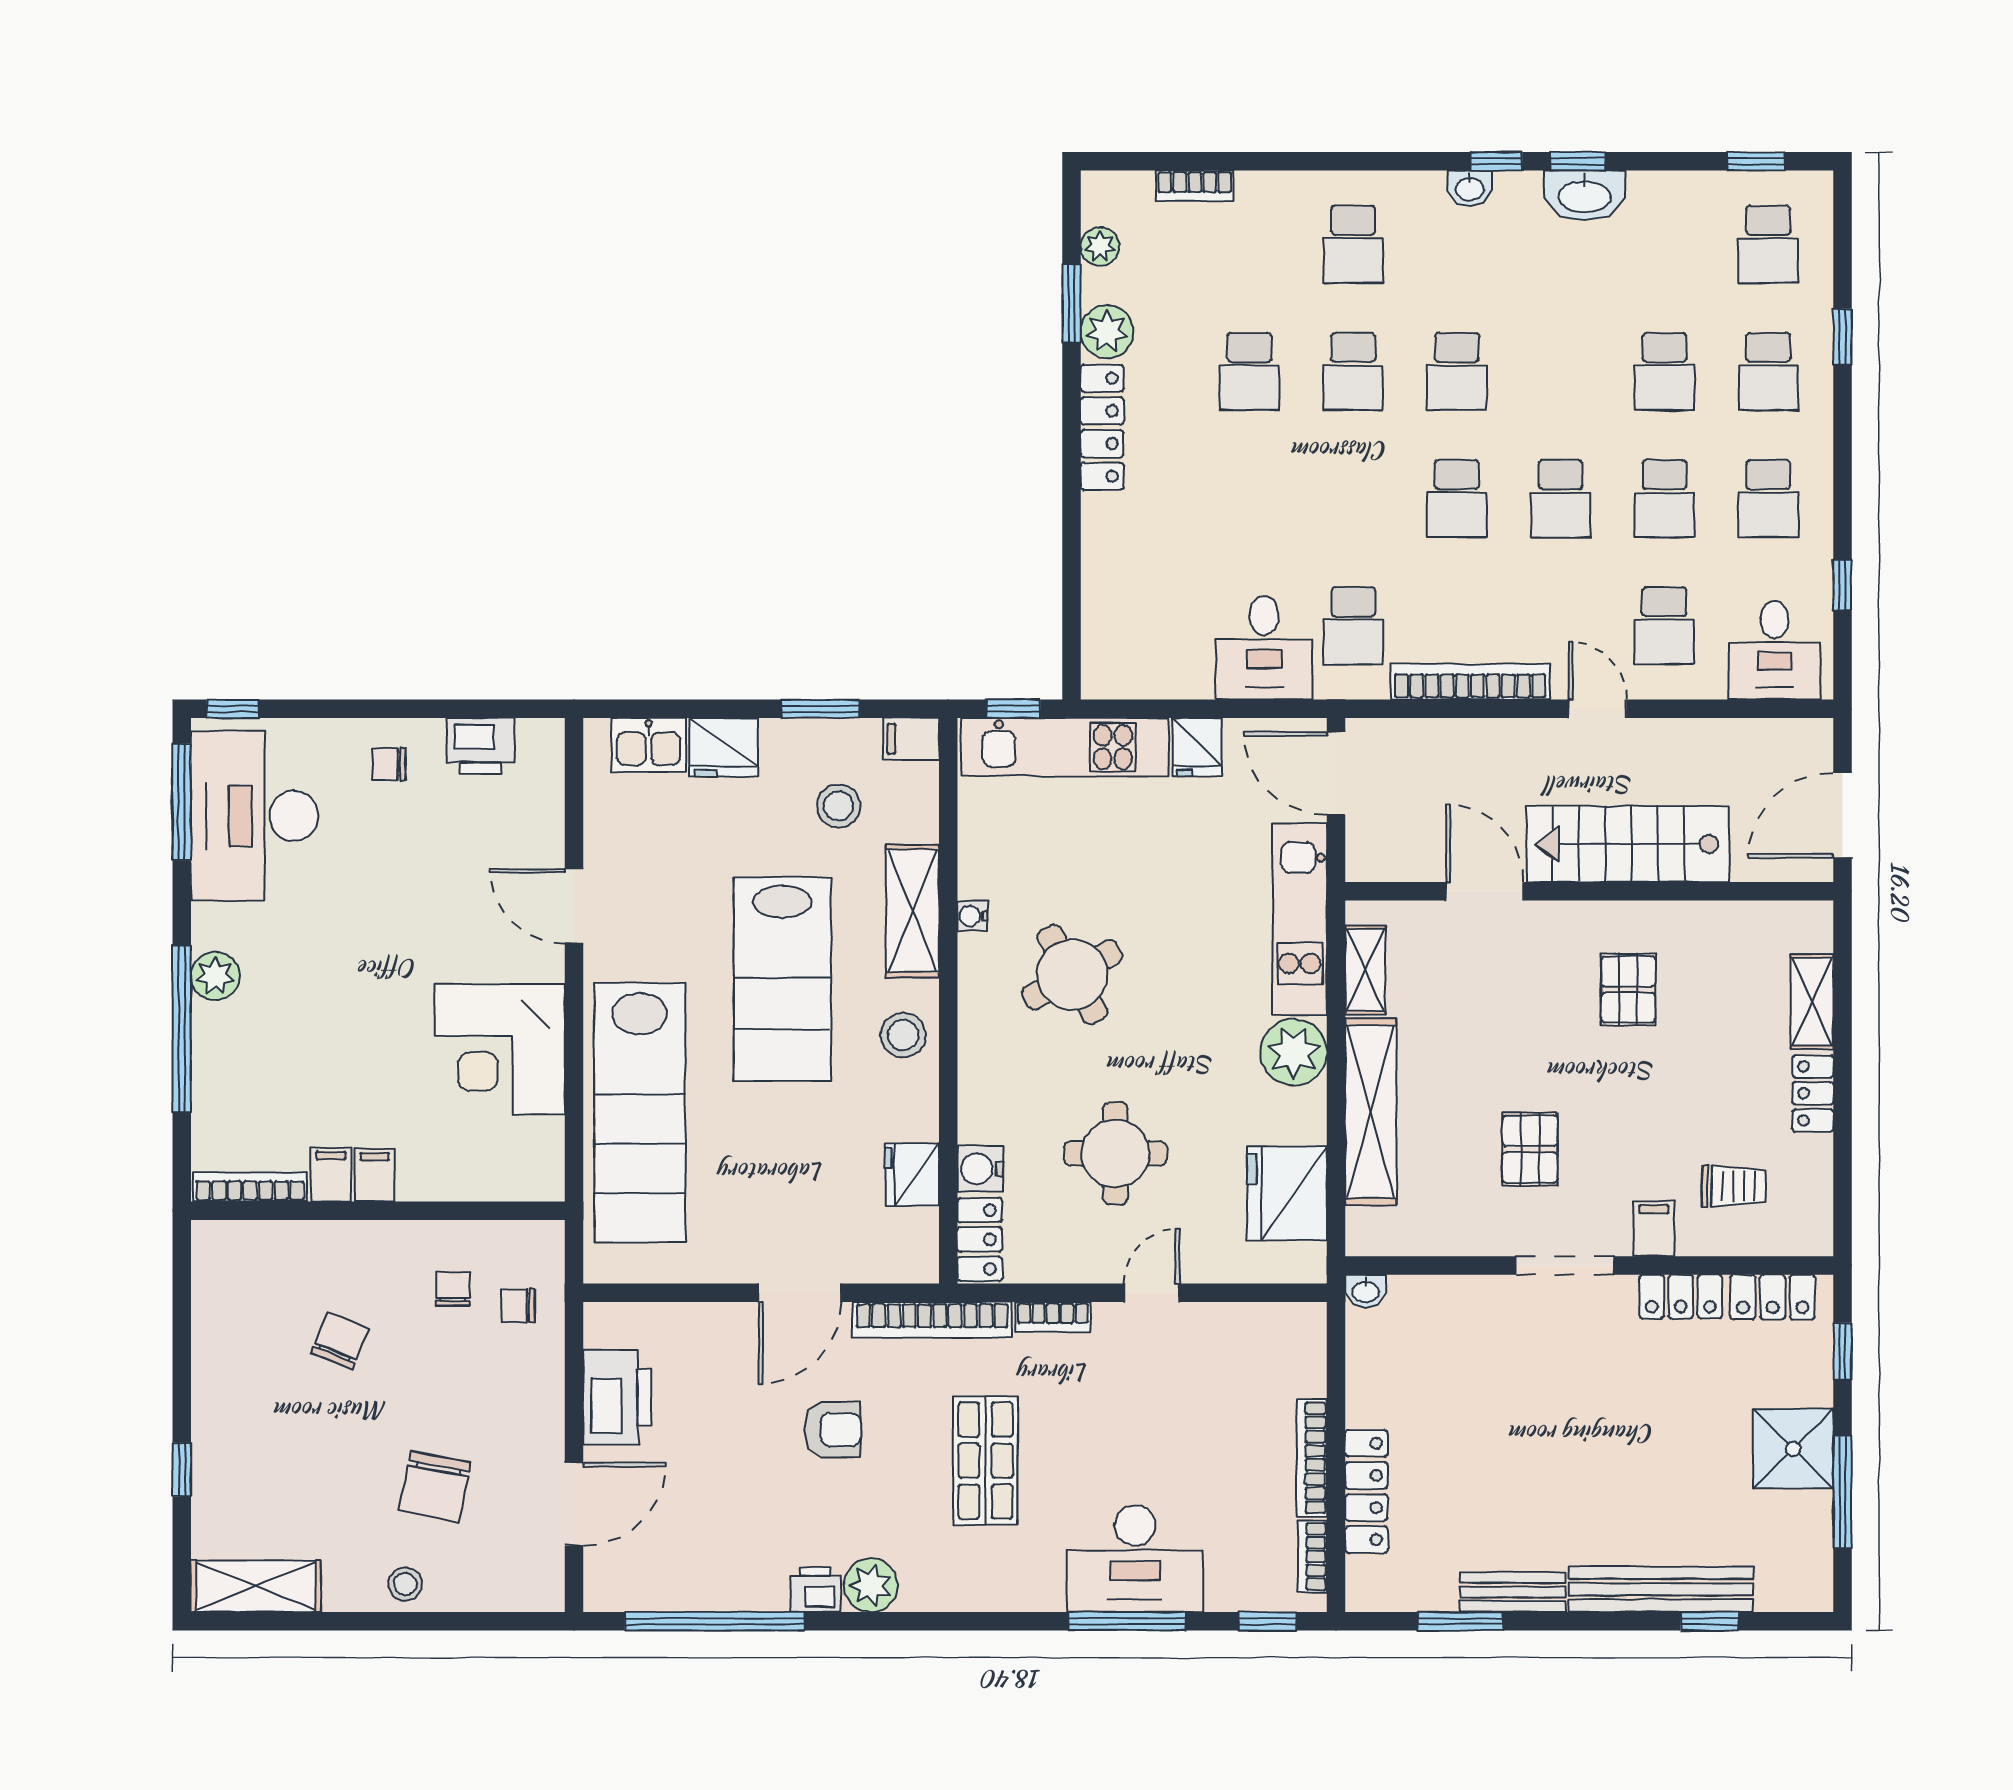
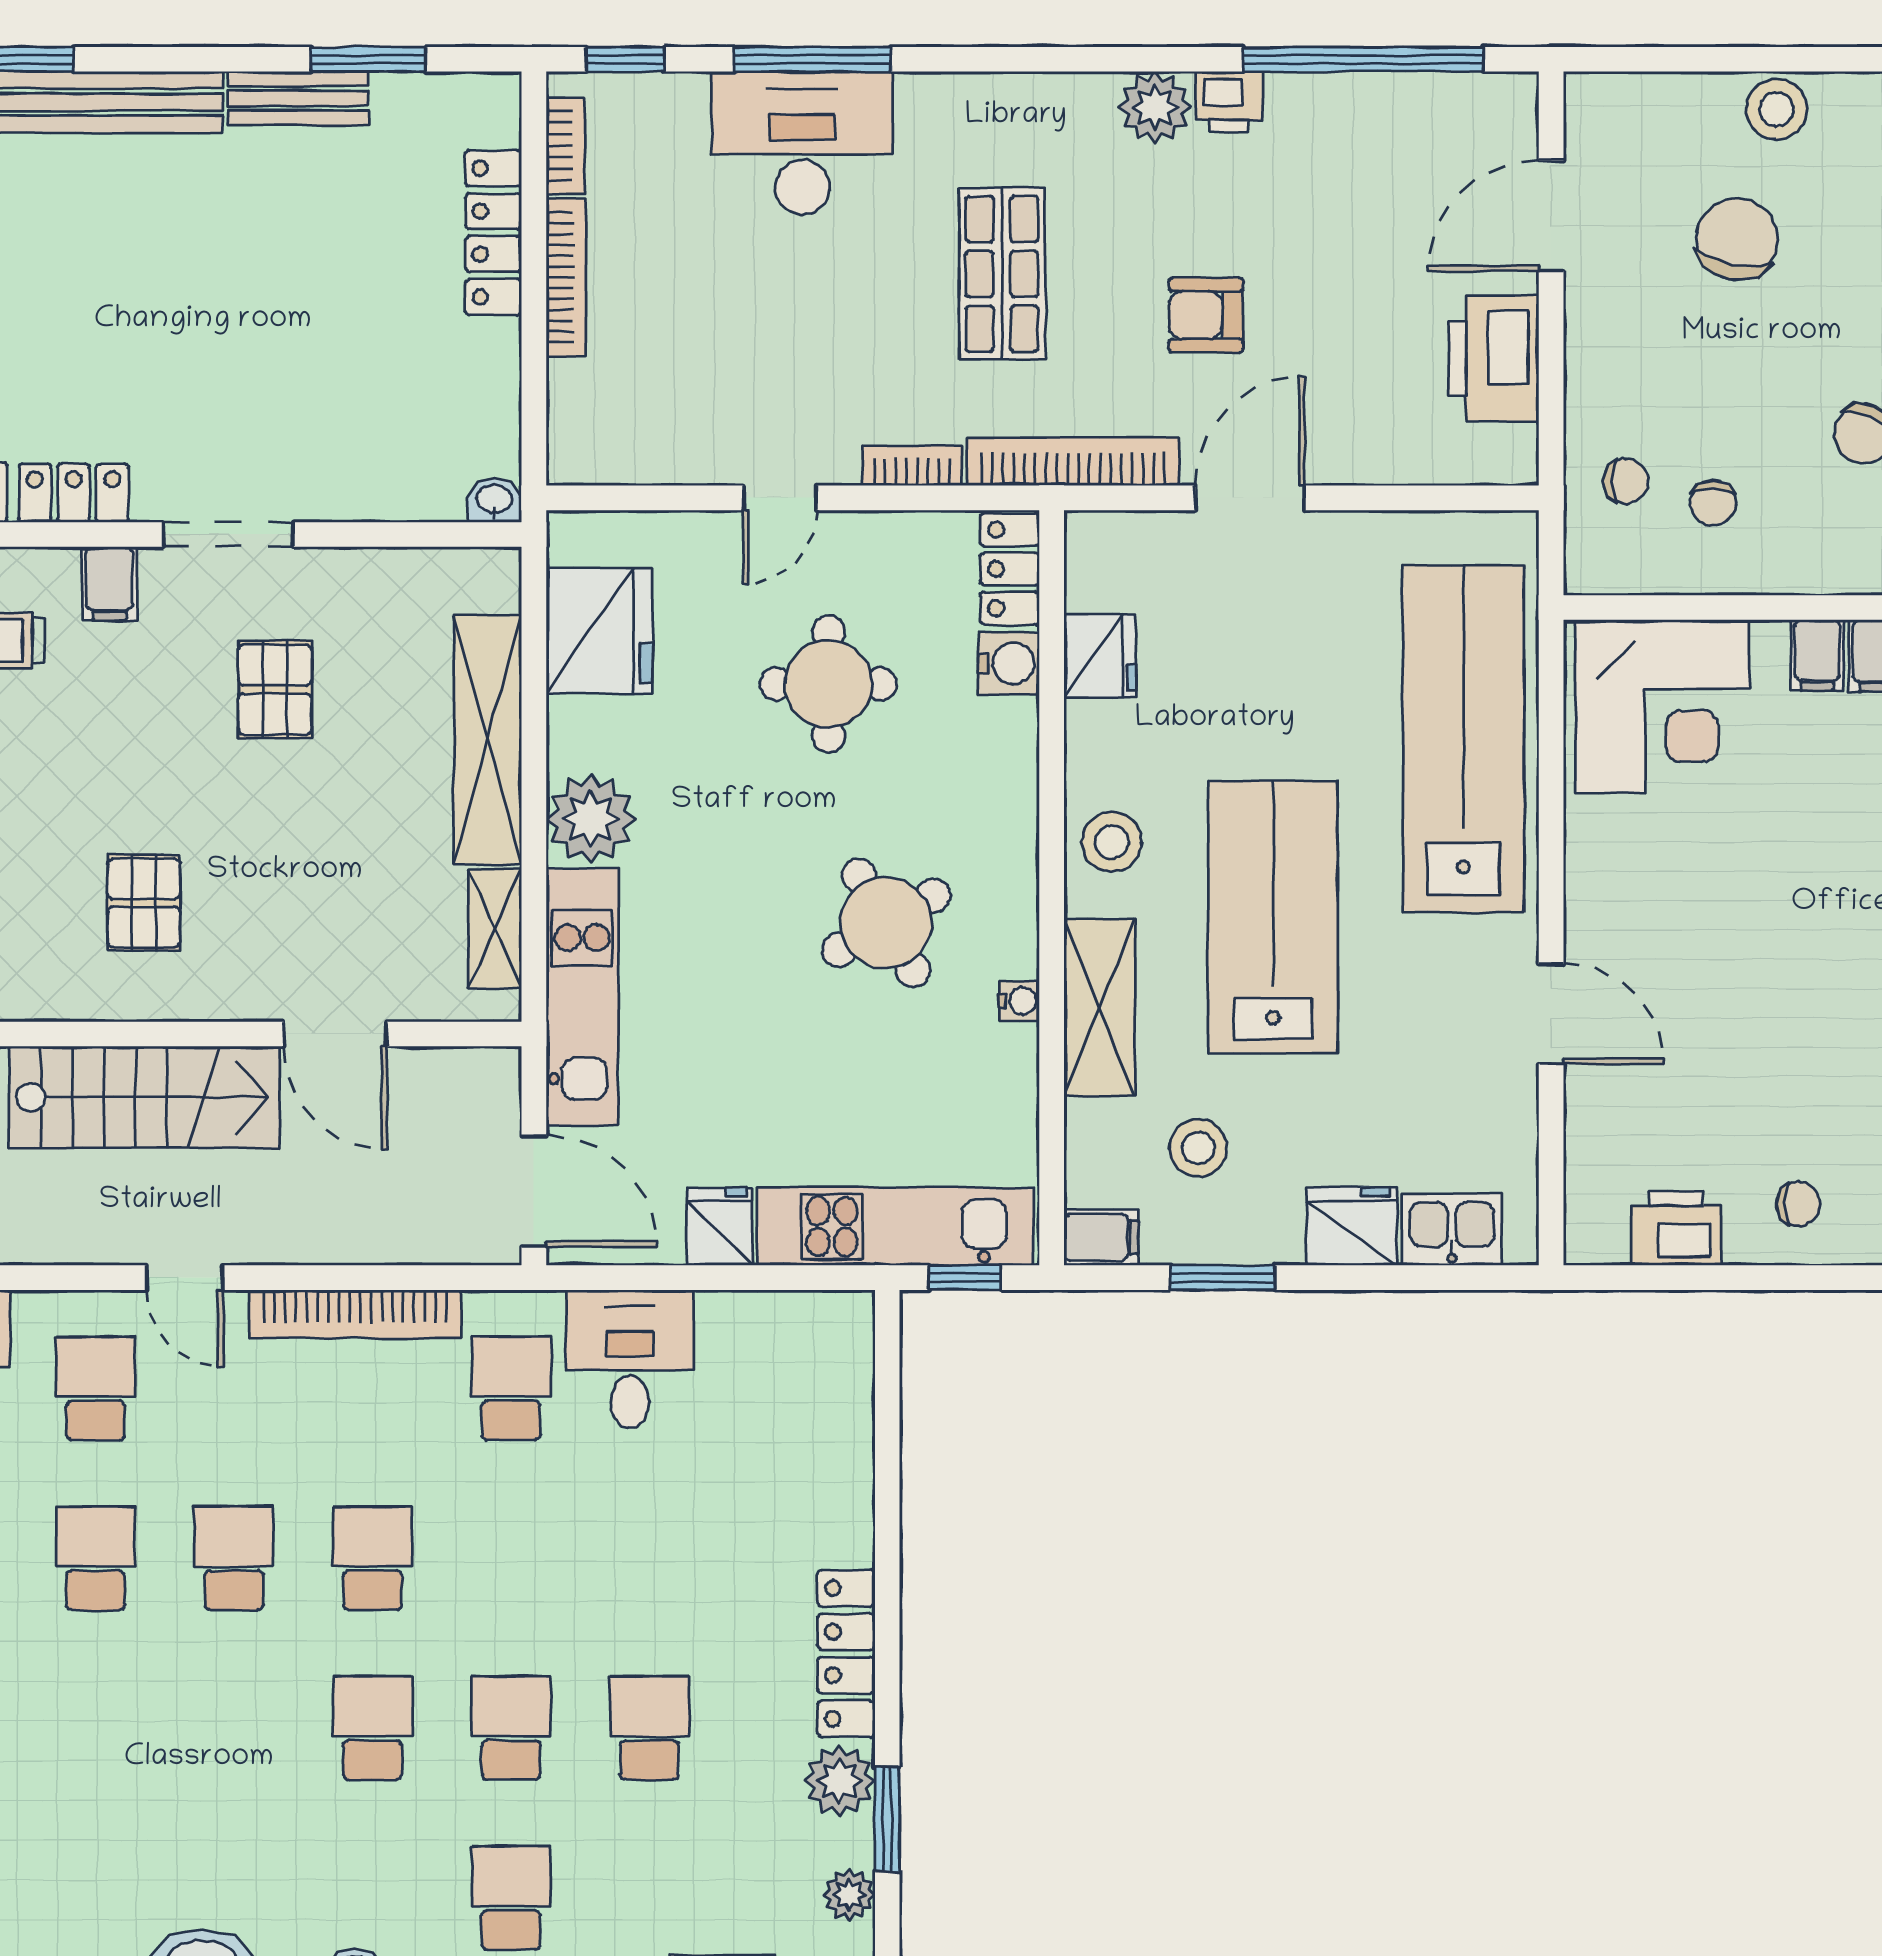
school desk: (1664, 371) -> (95, 1728), removed
corner desk: (500, 1049) -> (1662, 707), moved, turned 90
stool: (405, 1584) -> (1777, 109), width x1.37, depth x1.37

